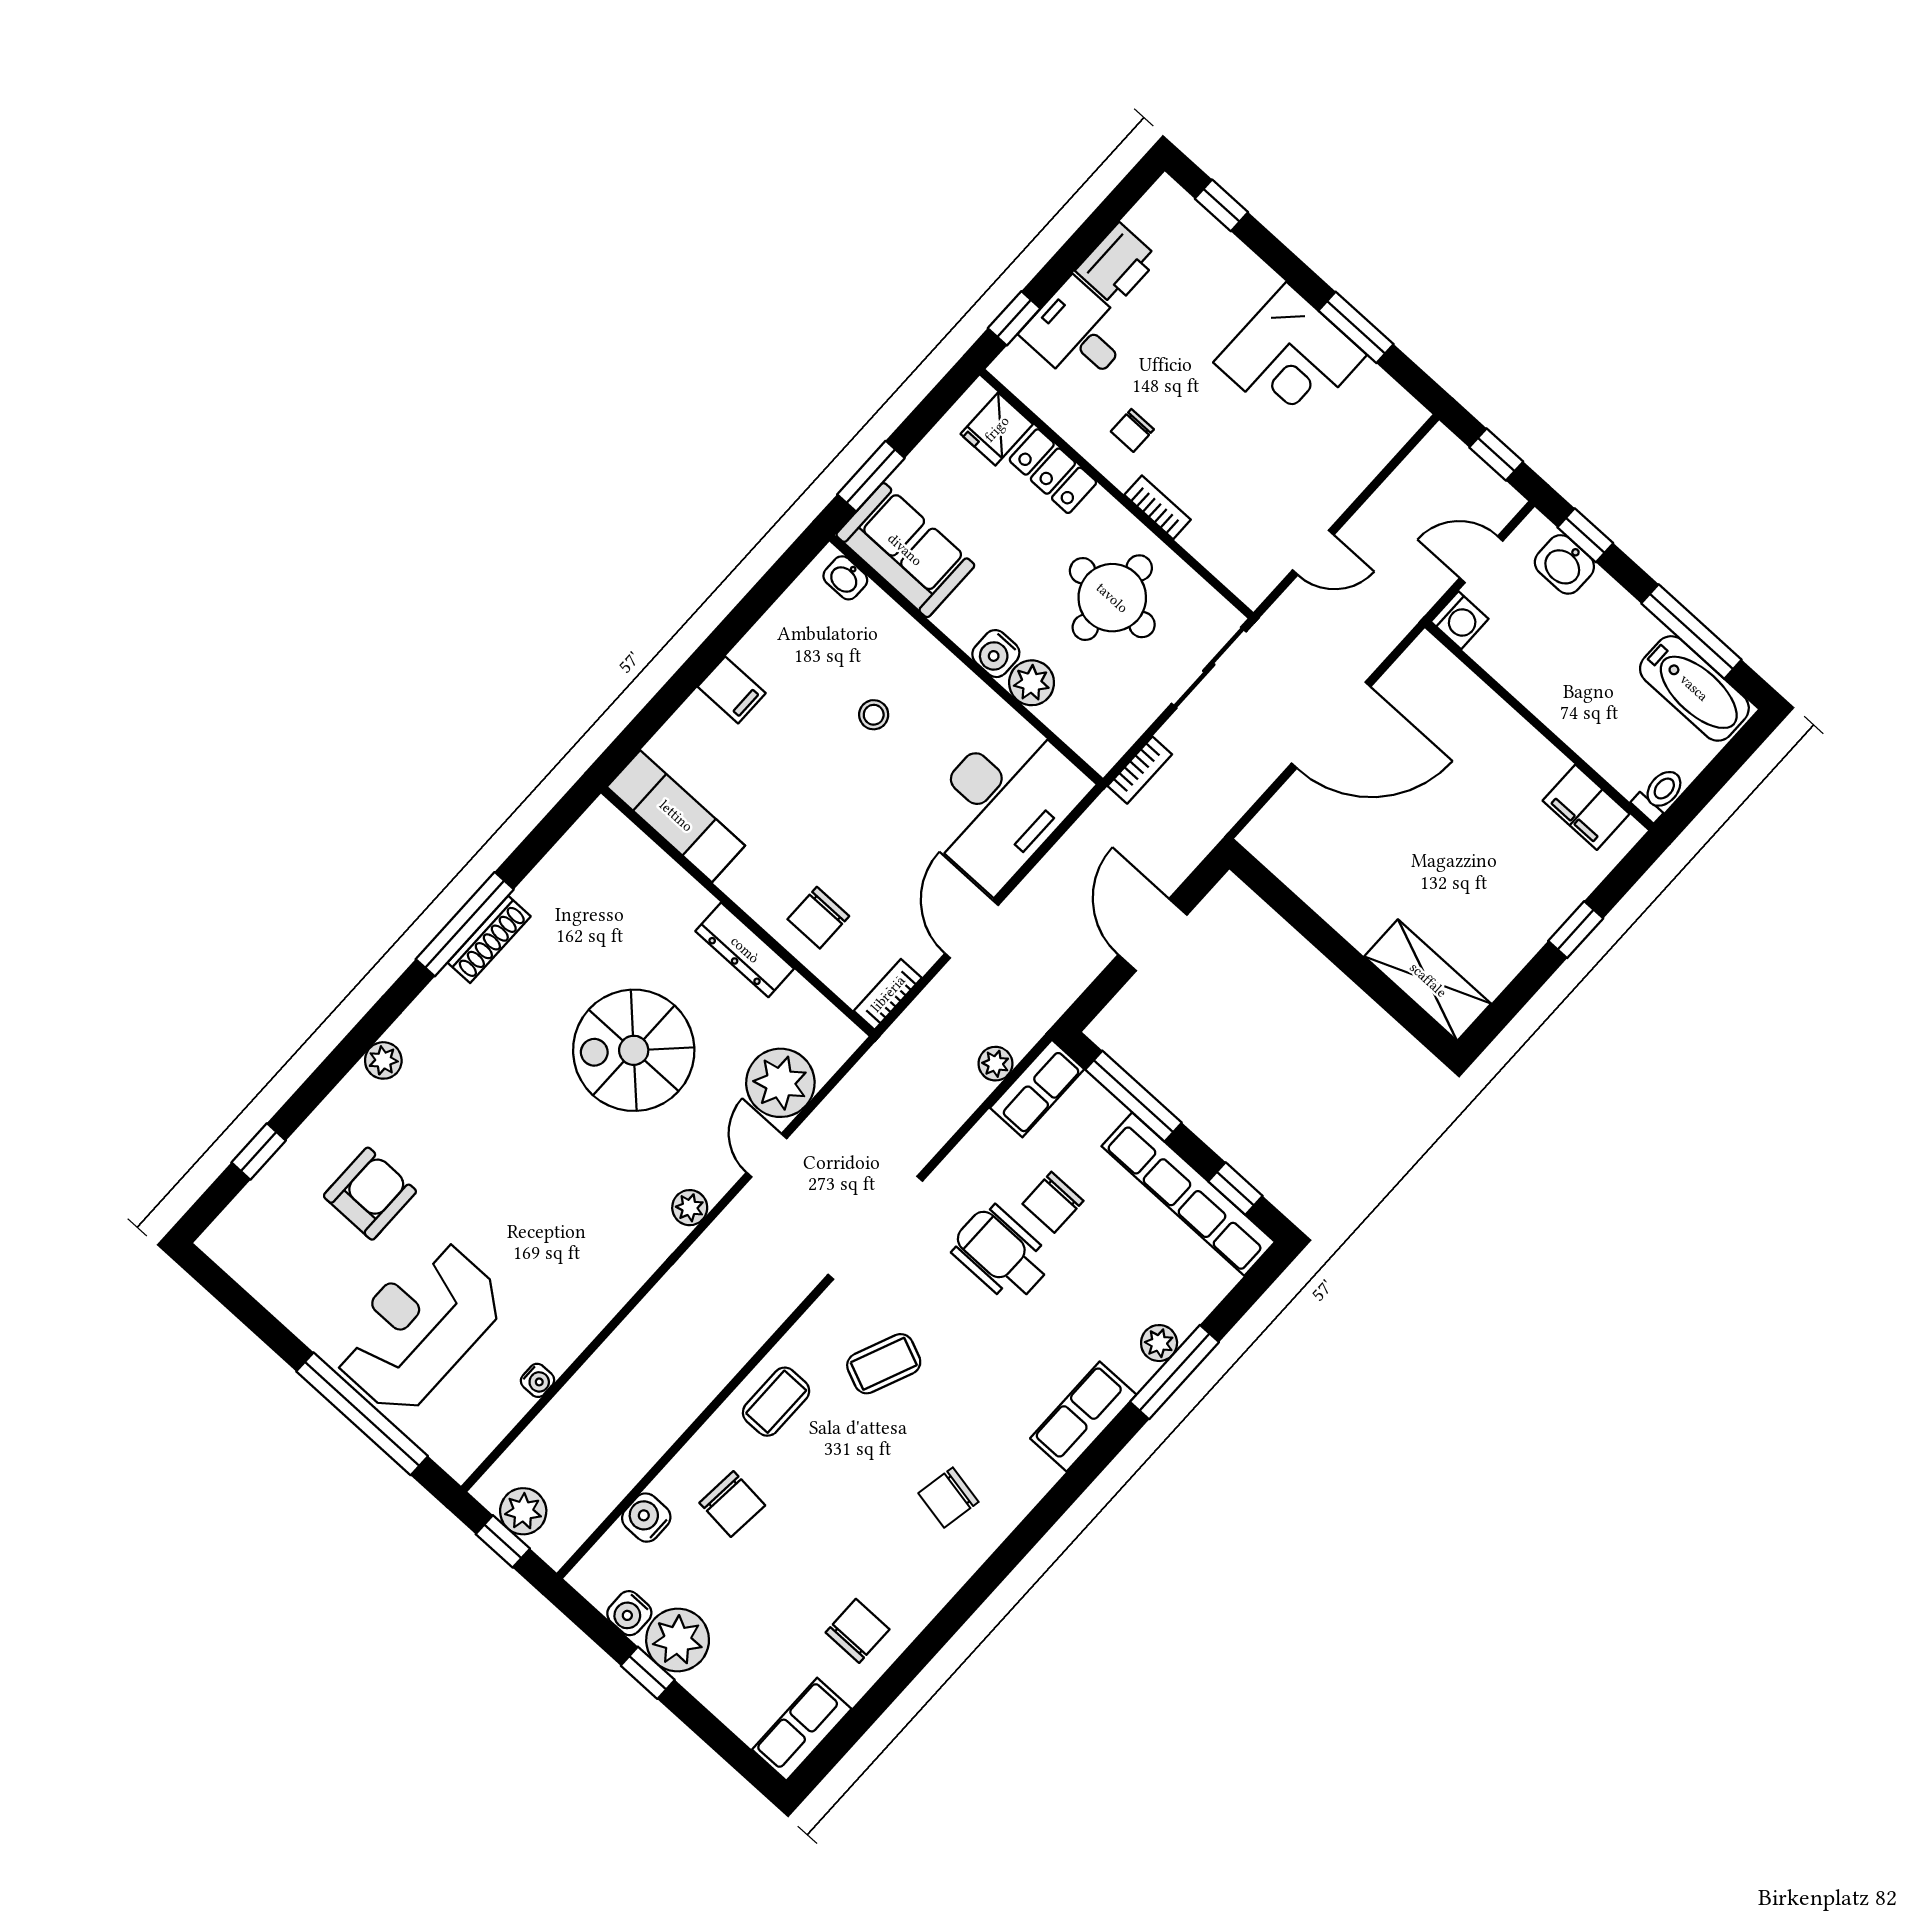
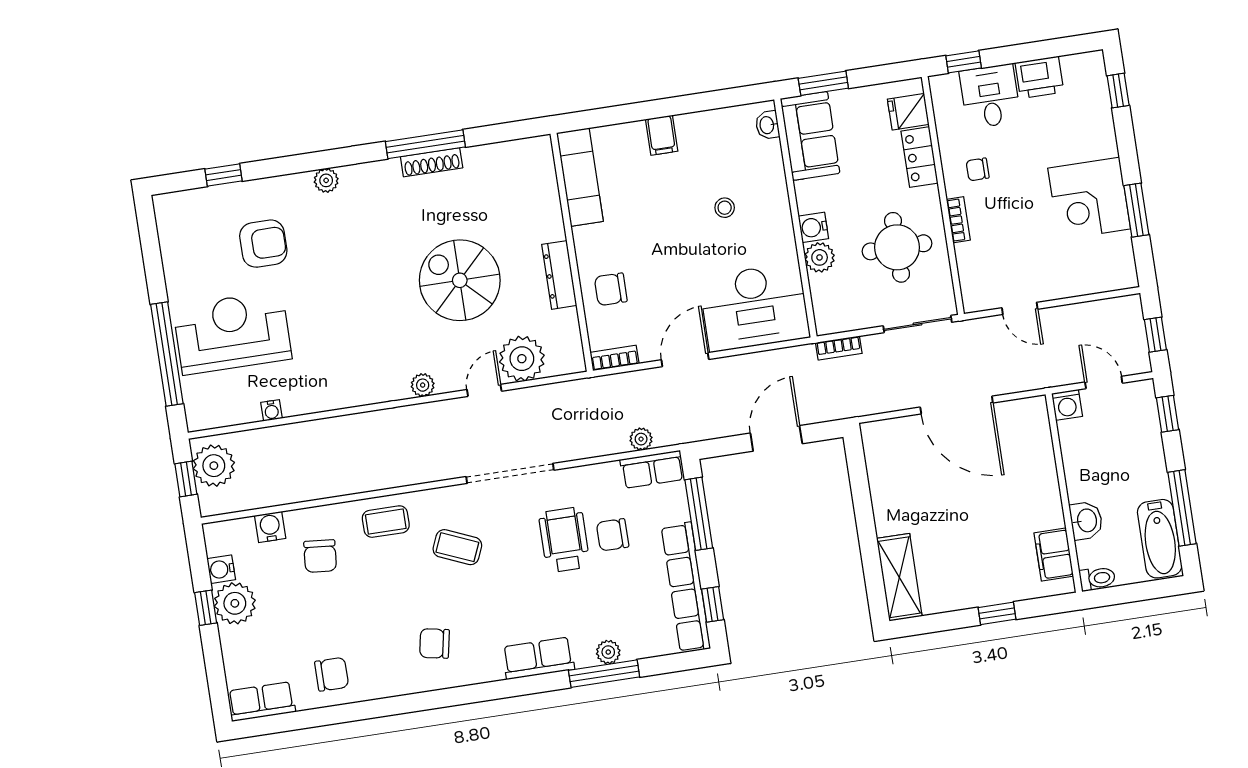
washbasin: (1564, 564) -> (1086, 521), moved, turned 180
plant: (523, 1511) -> (214, 466), width x1.36, depth x1.36

